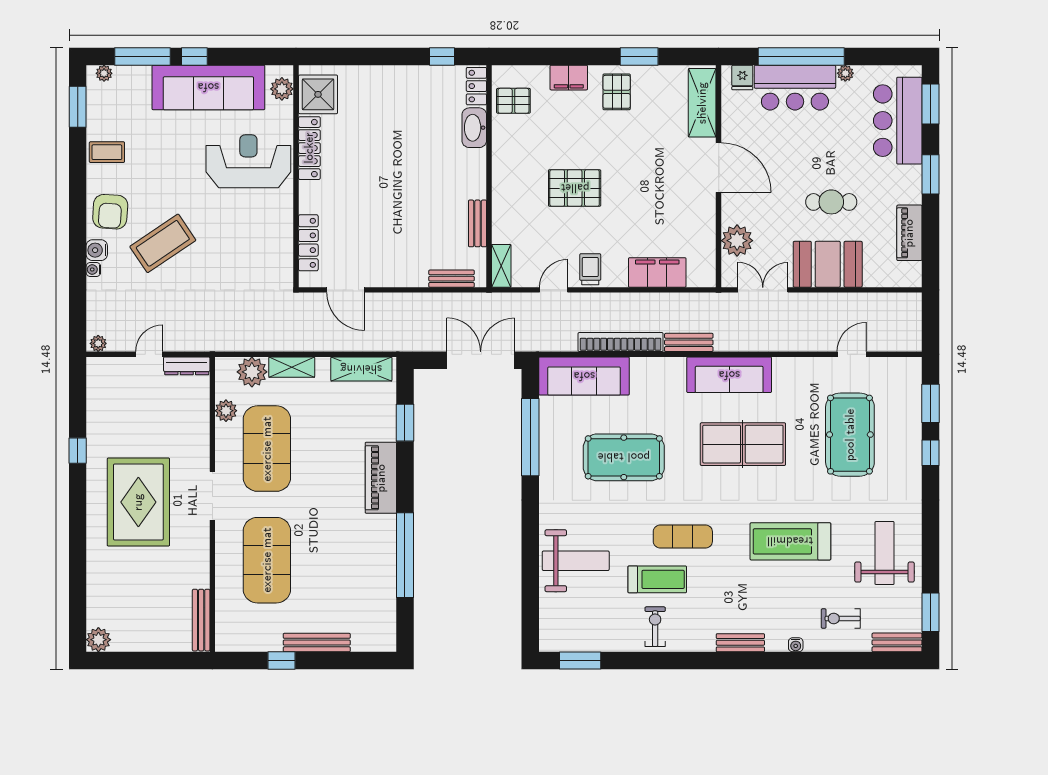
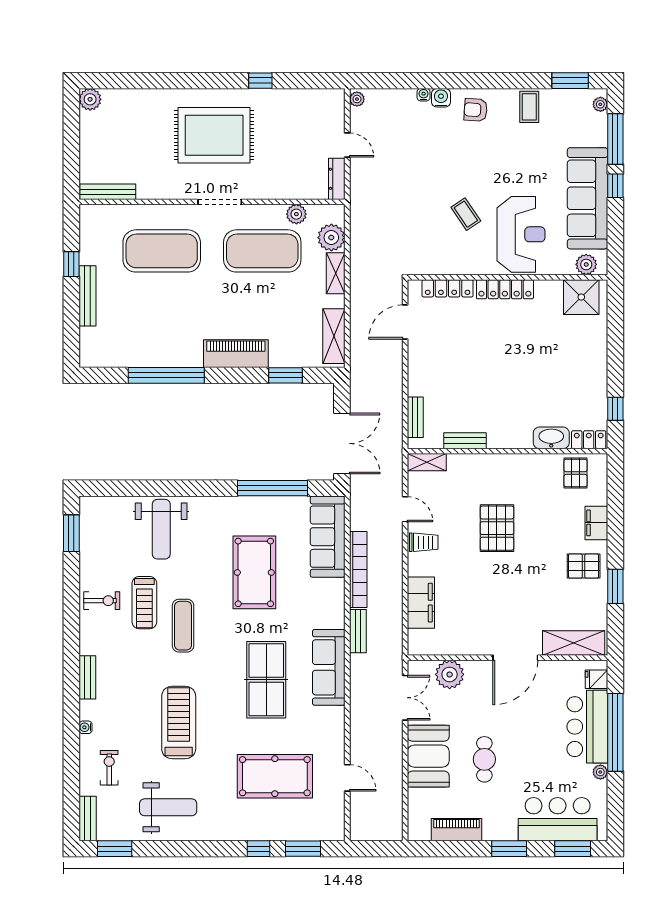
locker: (309, 148) -> (505, 289), moved
armchair: (110, 212) -> (476, 110), width x0.72, depth x0.72
coffee table: (163, 243) -> (466, 214), moved, width x0.54, depth x0.58

